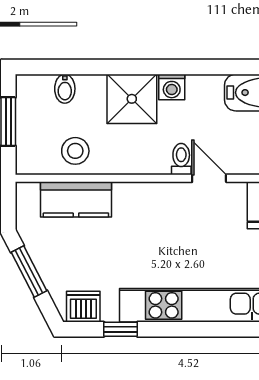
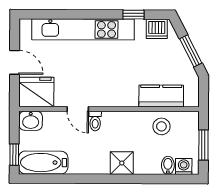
washing machine: (172, 87) -> (184, 167), moved
shower: (132, 99) -> (122, 163), width x0.73, depth x0.73

